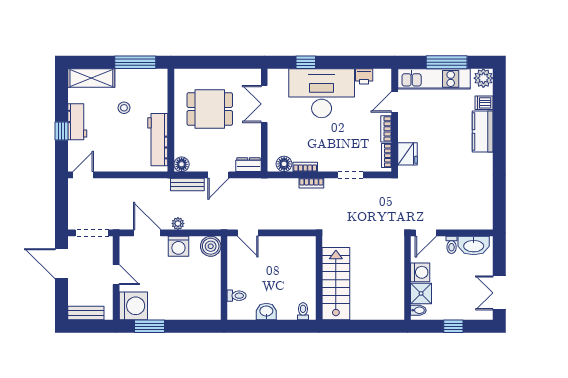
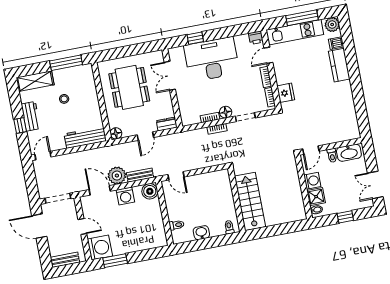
printer: (364, 76) -> (256, 38), moved
dining table: (210, 109) -> (129, 87), width x1.38
workbench: (158, 140) -> (85, 137), moved, turned 90
floor lamp: (284, 164) -> (226, 112), moved
bench: (187, 185) -> (140, 175), moved
plant: (178, 224) -> (117, 176), width x1.88, depth x1.88

